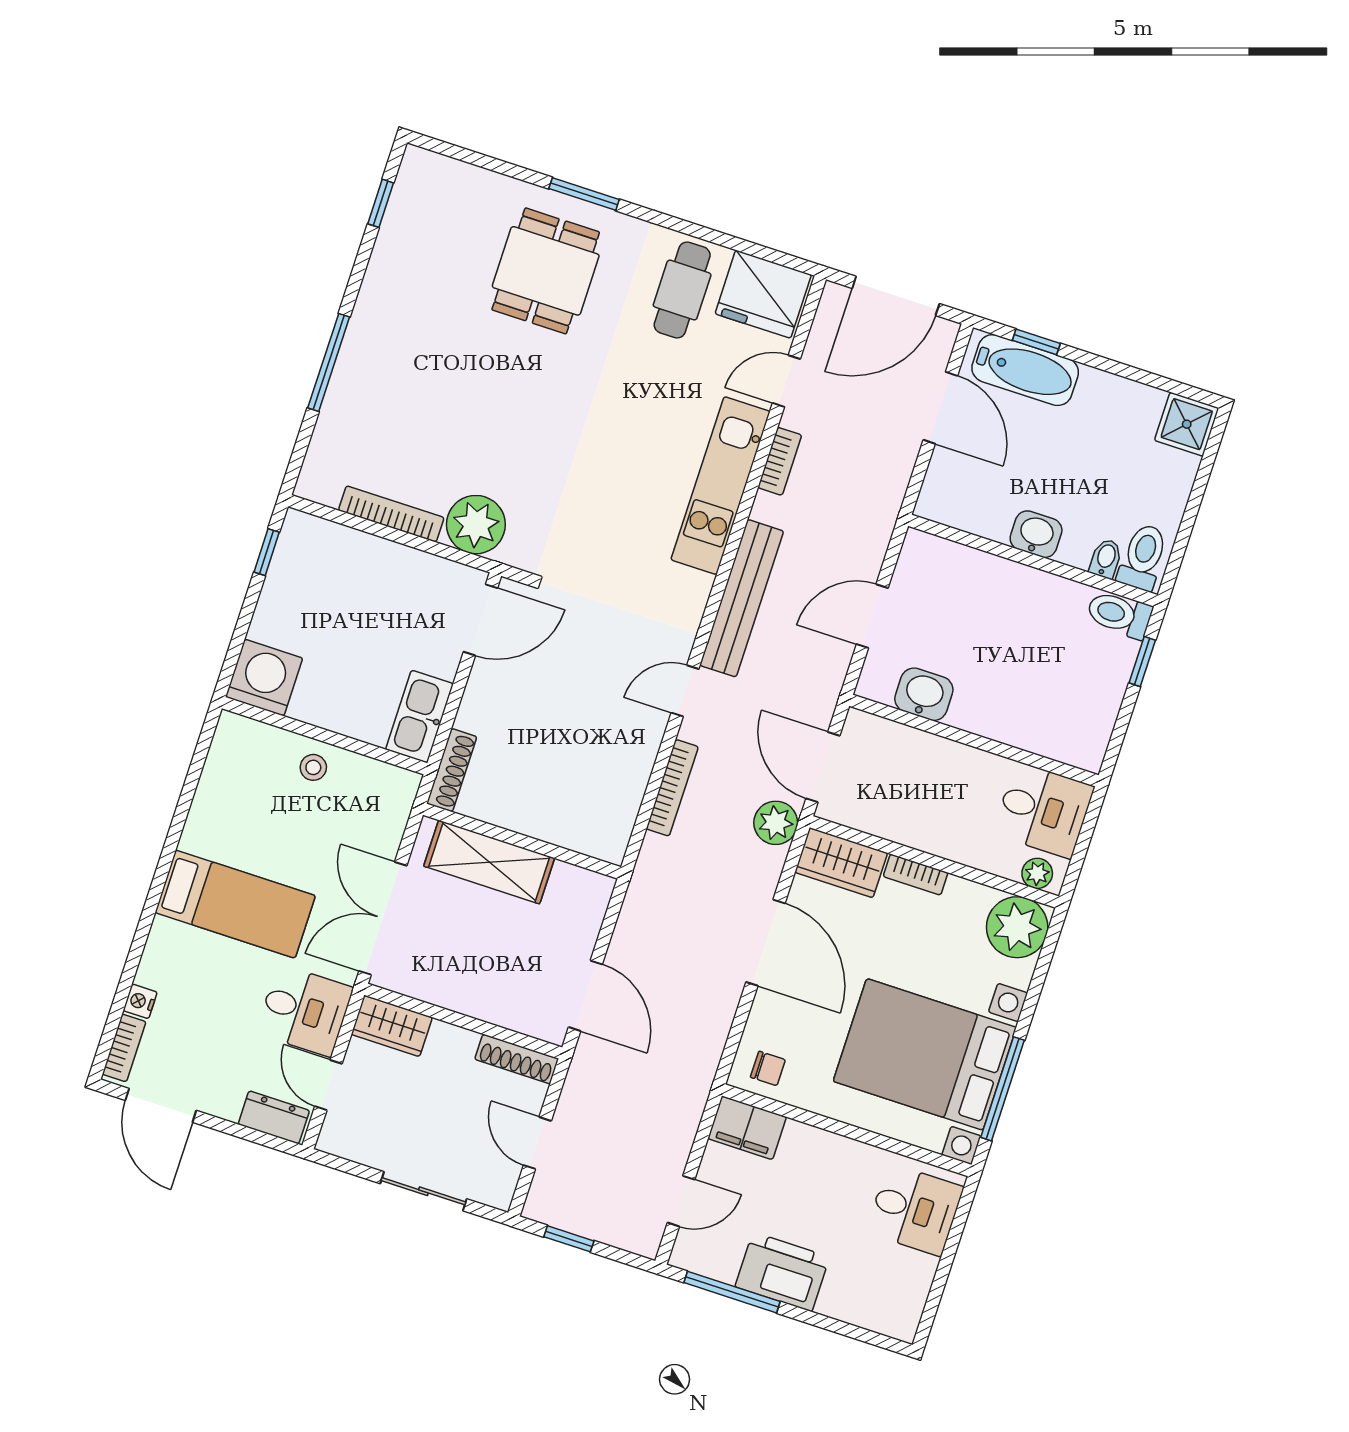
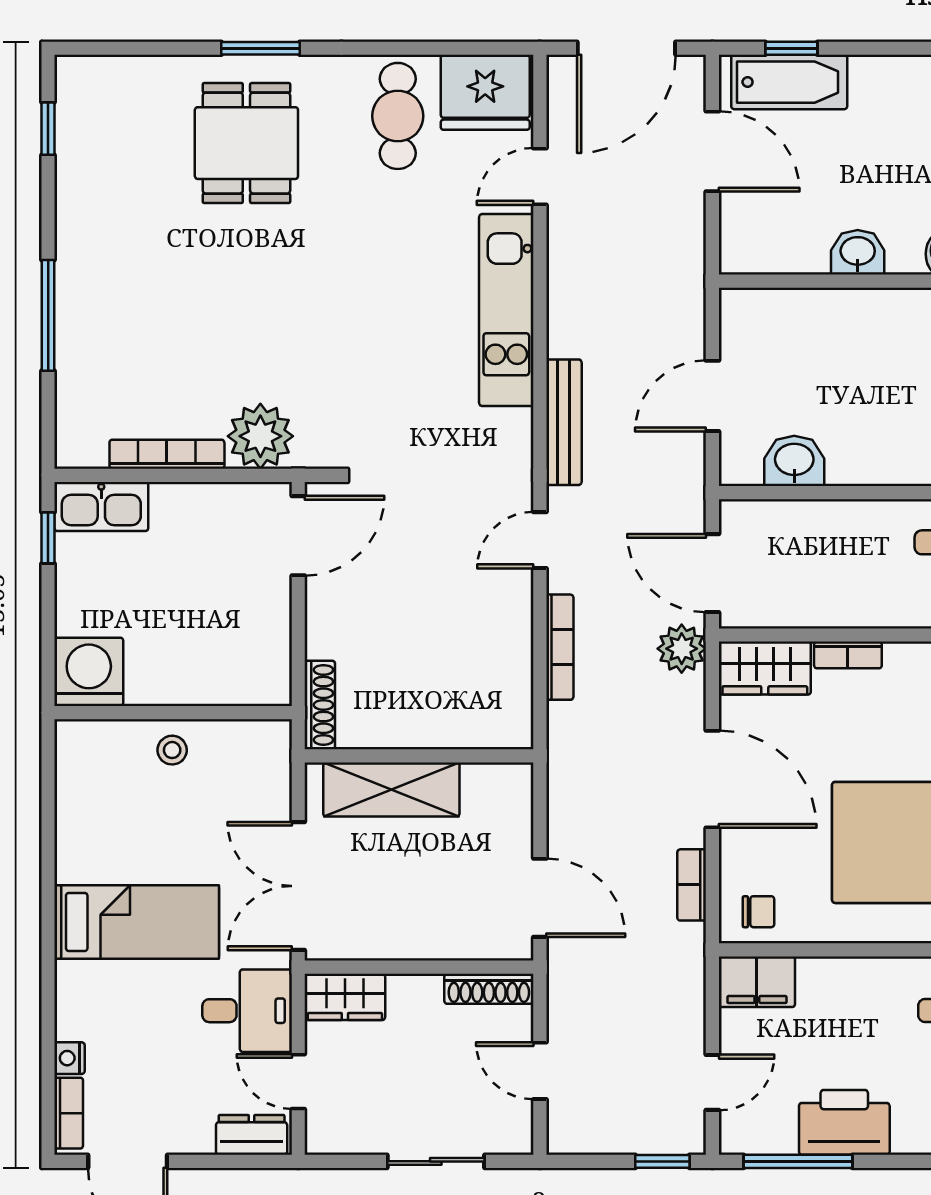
bookcase: (780, 461) -> (692, 885), moved, turned 180
bench: (742, 598) -> (564, 422), width x0.73, depth x0.82
kitchen sink: (419, 717) -> (101, 507), moved, turned -90
window: (569, 1239) -> (662, 1161), moved

